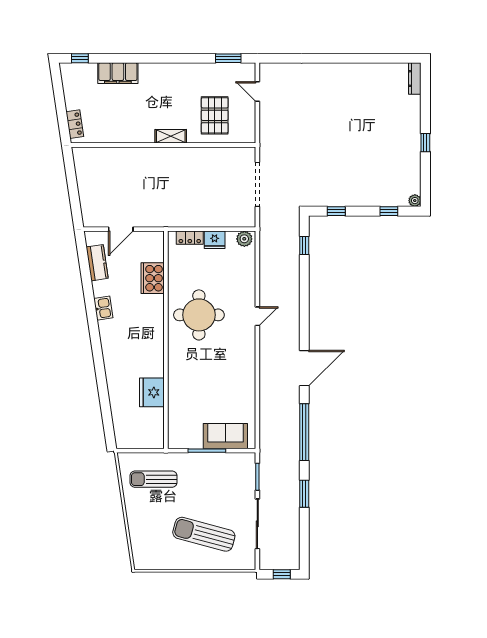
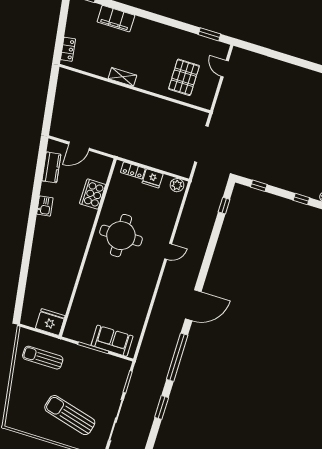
shelving: (171, 136) -> (122, 77), moved
fridge: (152, 392) -> (50, 322), moved, turned 90

